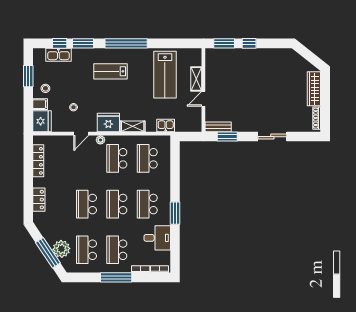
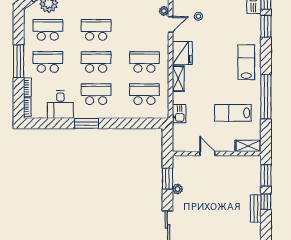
window: (126, 43) -> (266, 97), moved
lab bench: (110, 71) -> (246, 62), moved
lab bench: (165, 75) -> (233, 113), width x0.73, depth x0.72
shelving: (196, 79) -> (248, 146), moved
bench: (218, 127) -> (256, 208), moved
plant: (237, 127) -> (178, 189), added
door: (81, 134) -> (171, 24), swing flipped
plant: (100, 140) -> (164, 11), moved

